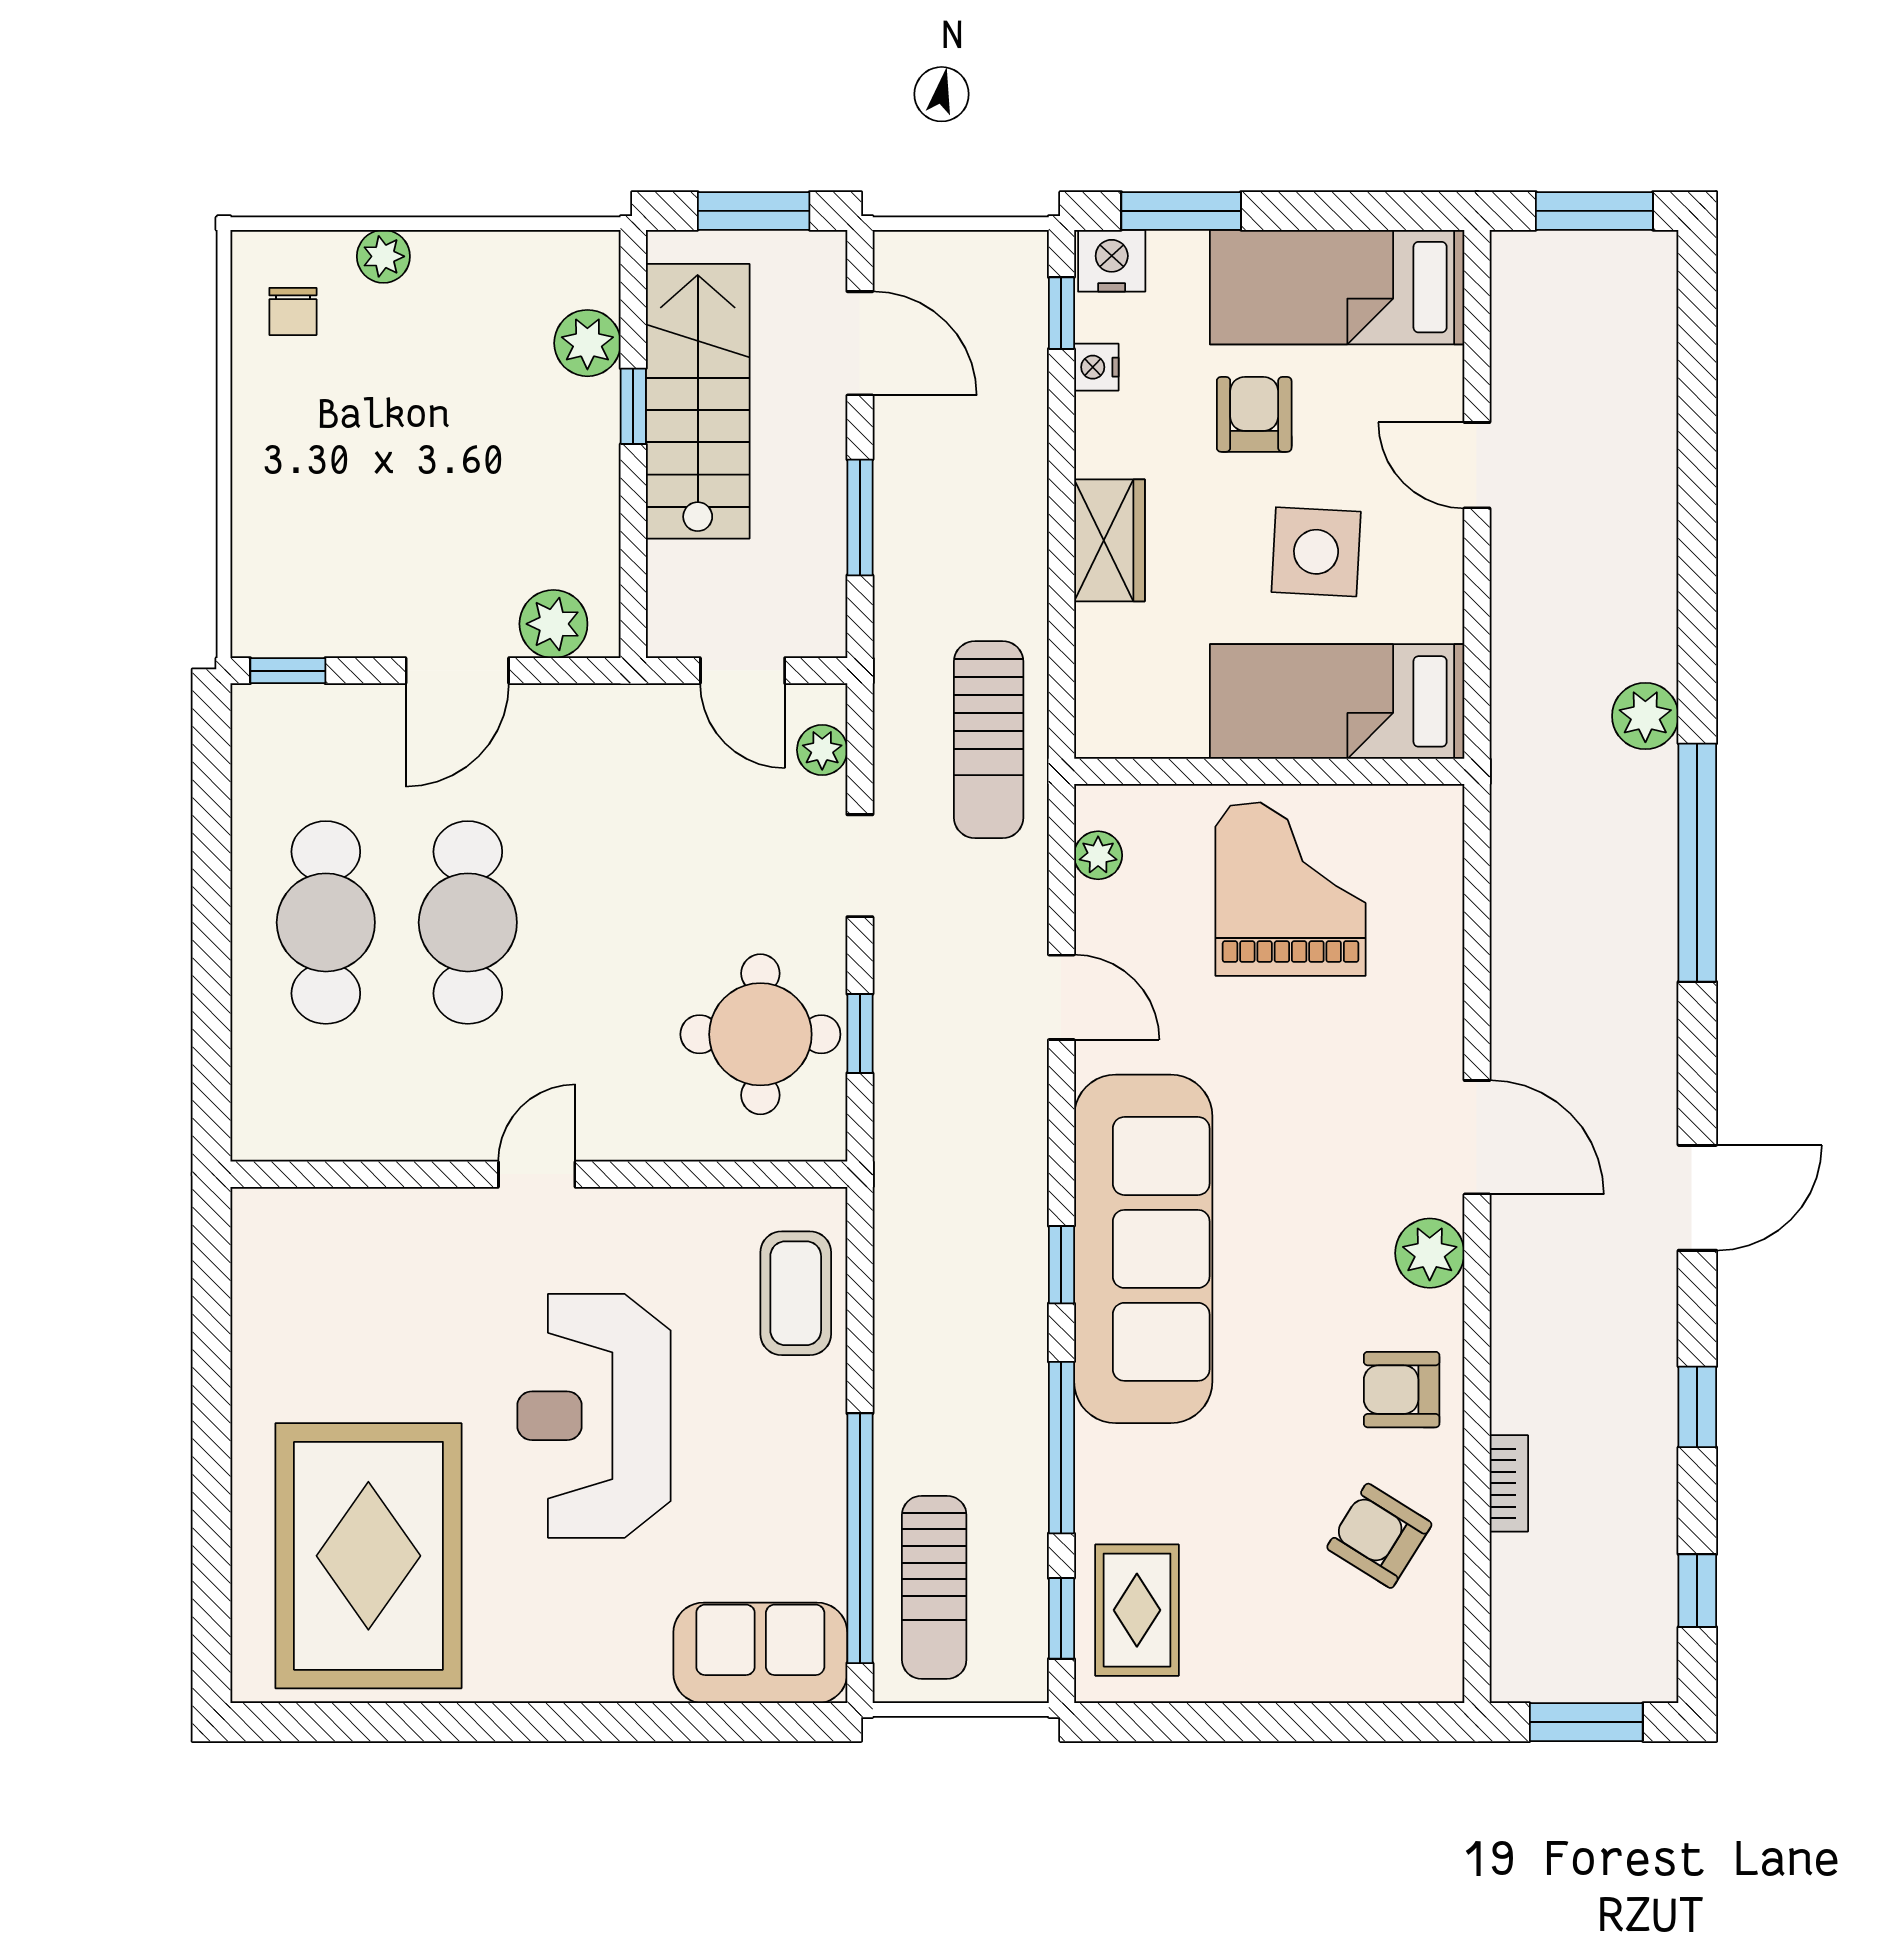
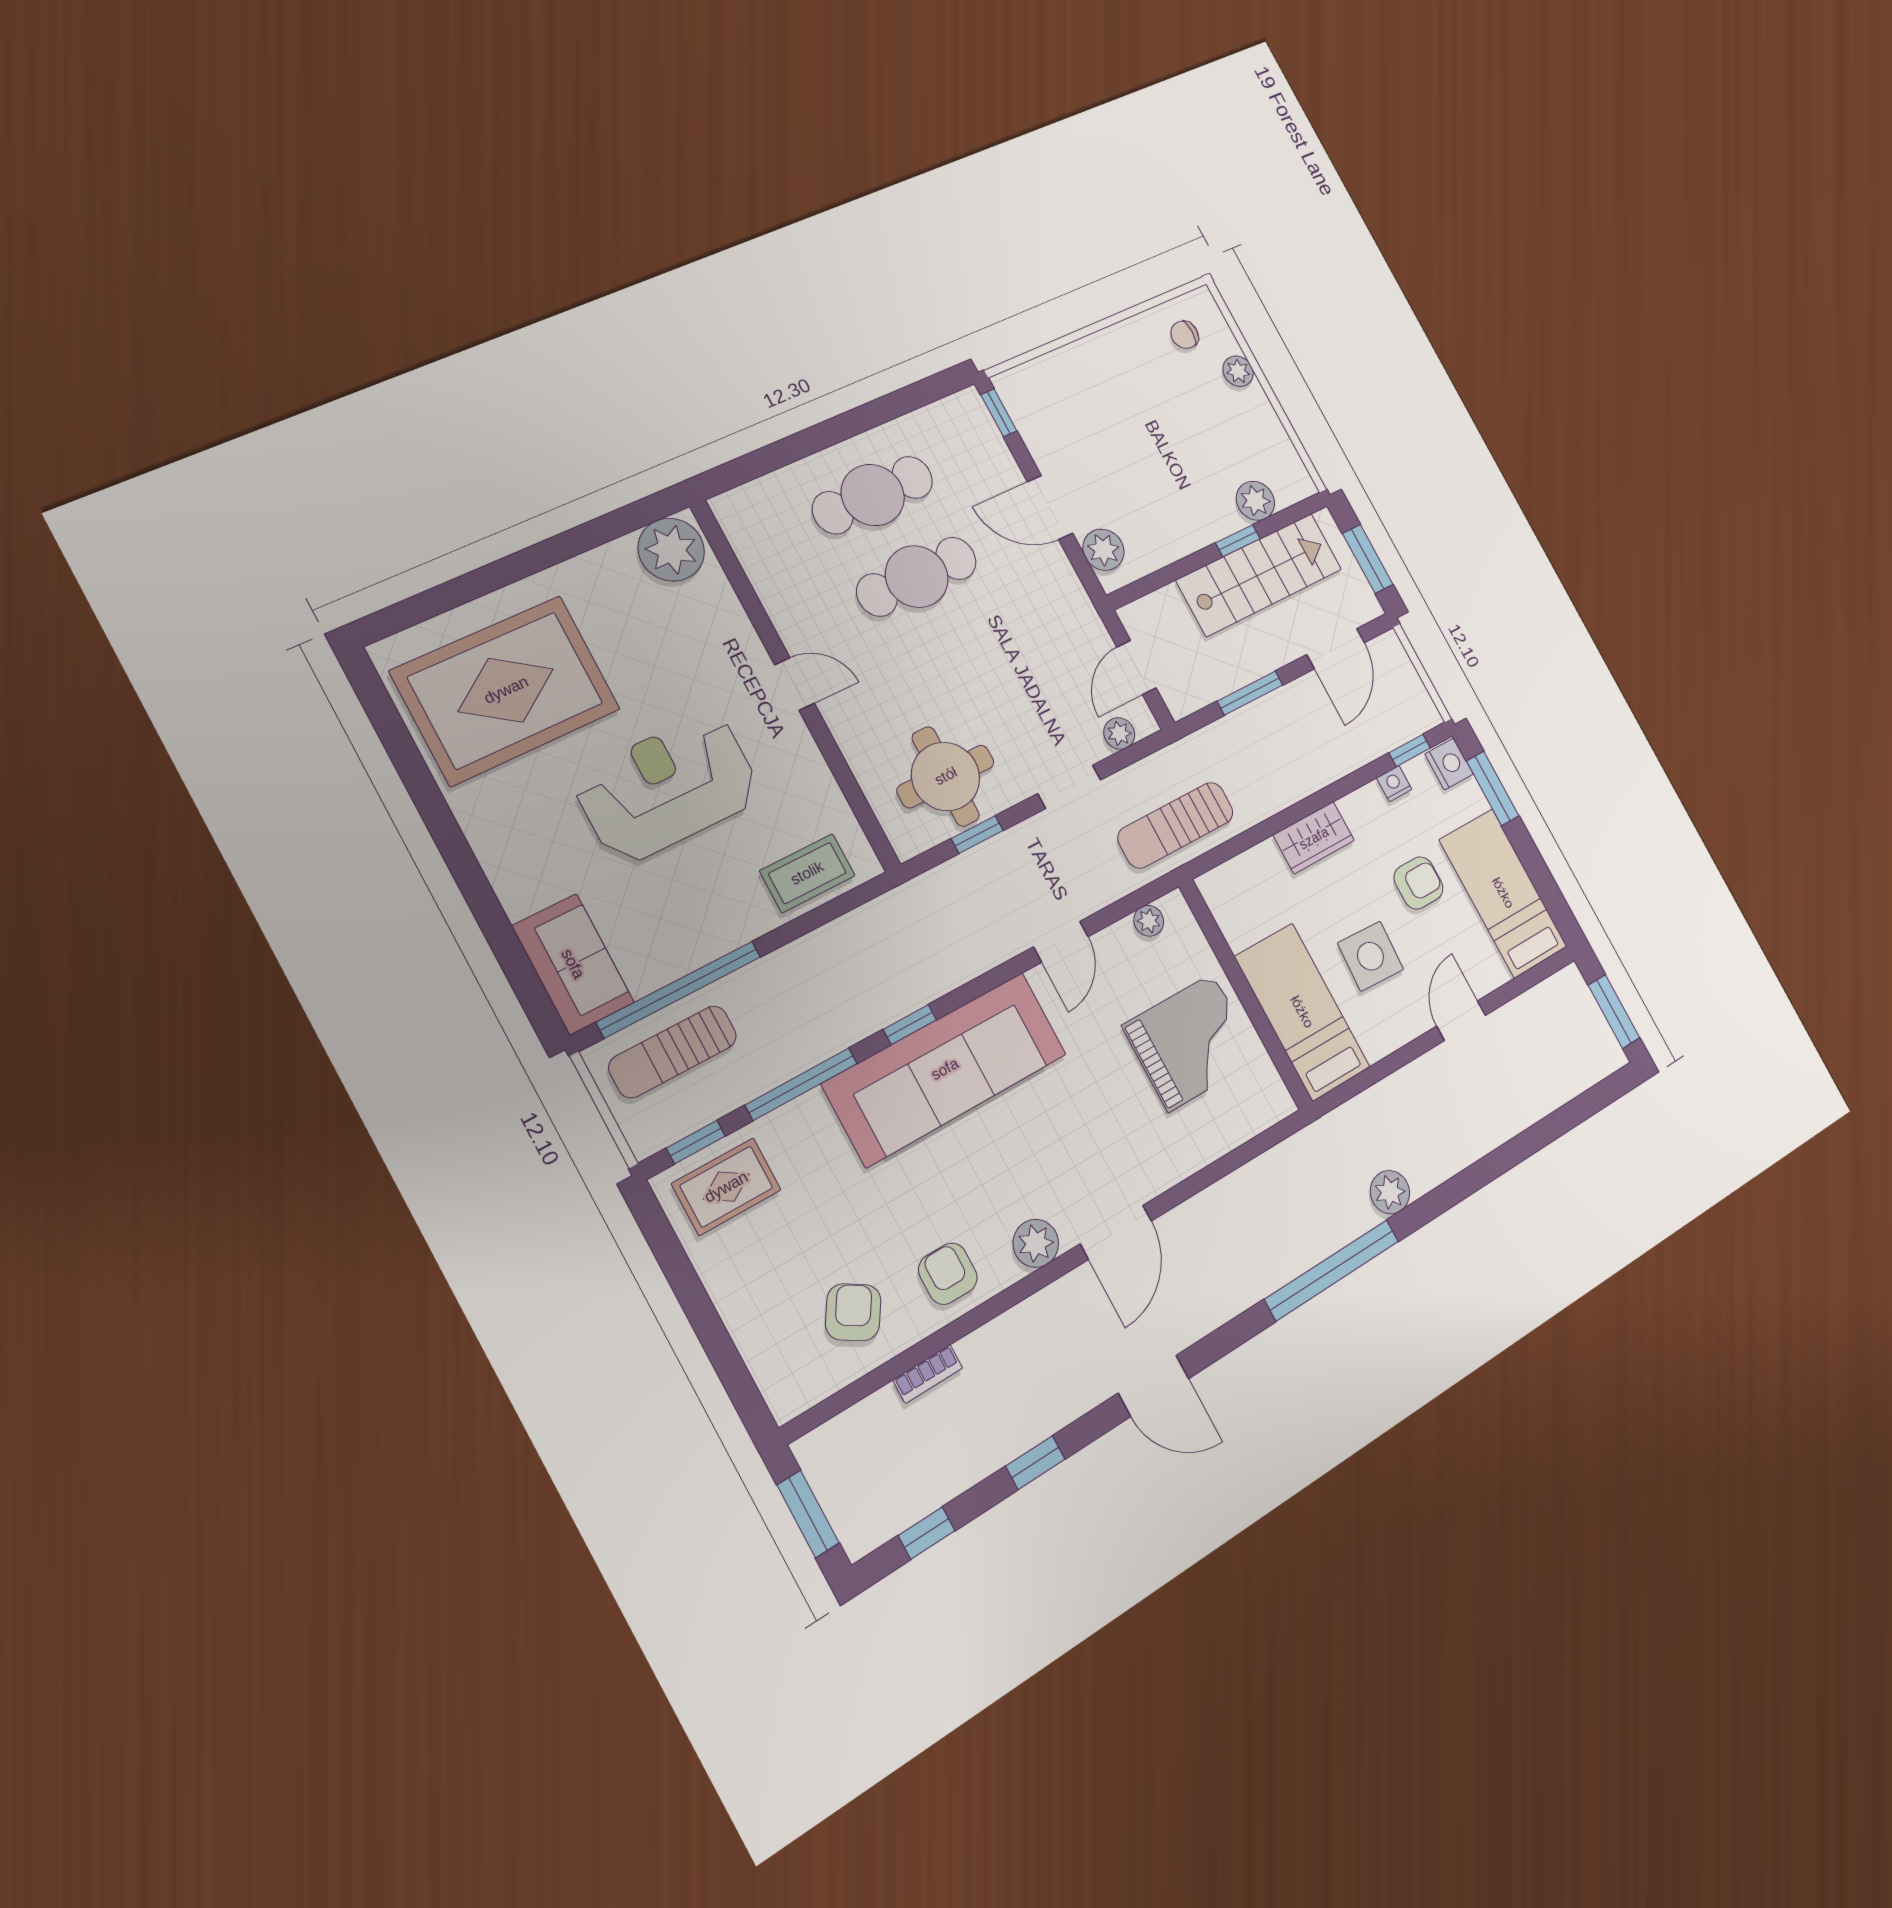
plant: (279, 1243) -> (671, 550), added

